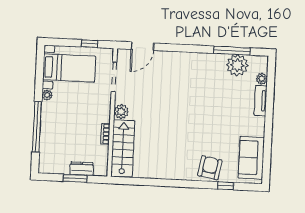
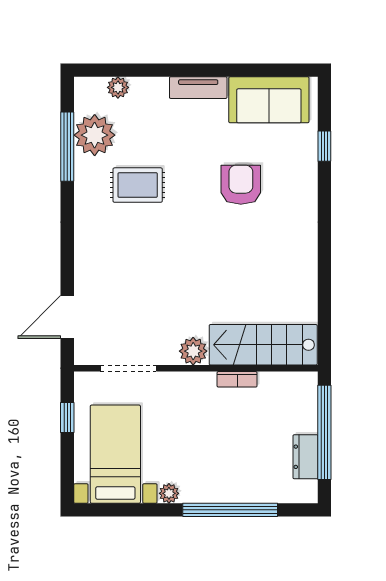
door: (142, 46) -> (67, 317), swing flipped
rug: (210, 87) -> (138, 185), added
tv unit: (261, 101) -> (198, 88), moved
armchair: (210, 168) -> (241, 185), moved, turned 80
dresser: (82, 169) -> (305, 457), moved
window: (75, 178) -> (324, 432), width x2.11

